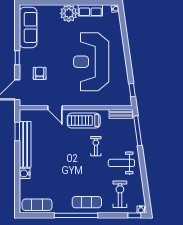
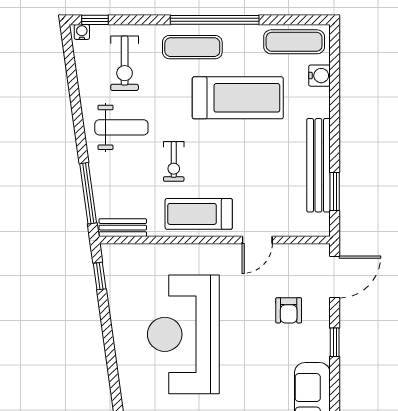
reception desk: (91, 62) -> (183, 334), turned 180
door: (55, 108) -> (257, 240), swing flipped
treadmill: (84, 121) -> (199, 214), turned 180
water cooler: (25, 173) -> (319, 76), moved
treadmill: (65, 177) -> (238, 98), added

